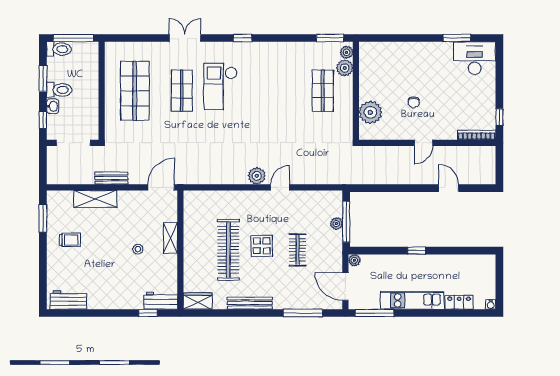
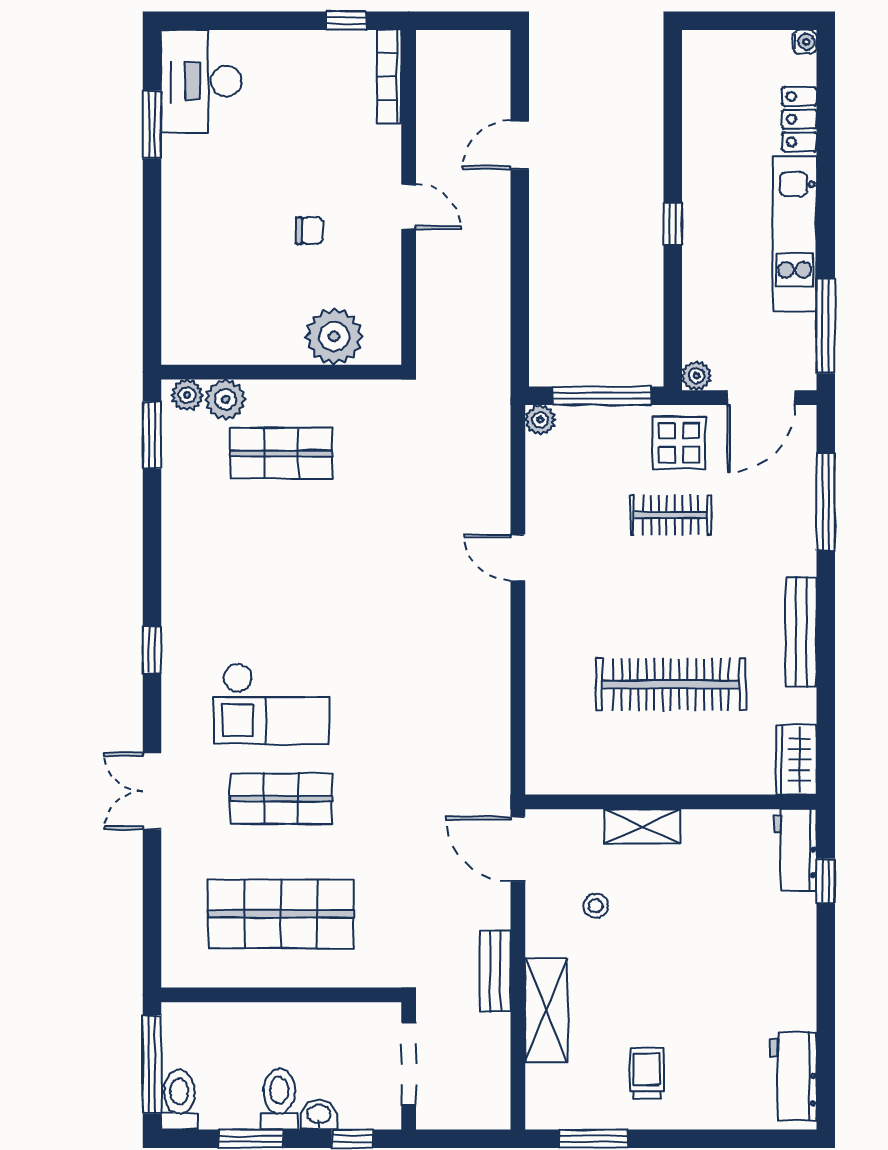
plant: (257, 176) -> (490, 615), removed
plant: (336, 224) -> (540, 420), moved
display table: (262, 246) -> (679, 443), moved
stool: (138, 249) -> (596, 906), moved

